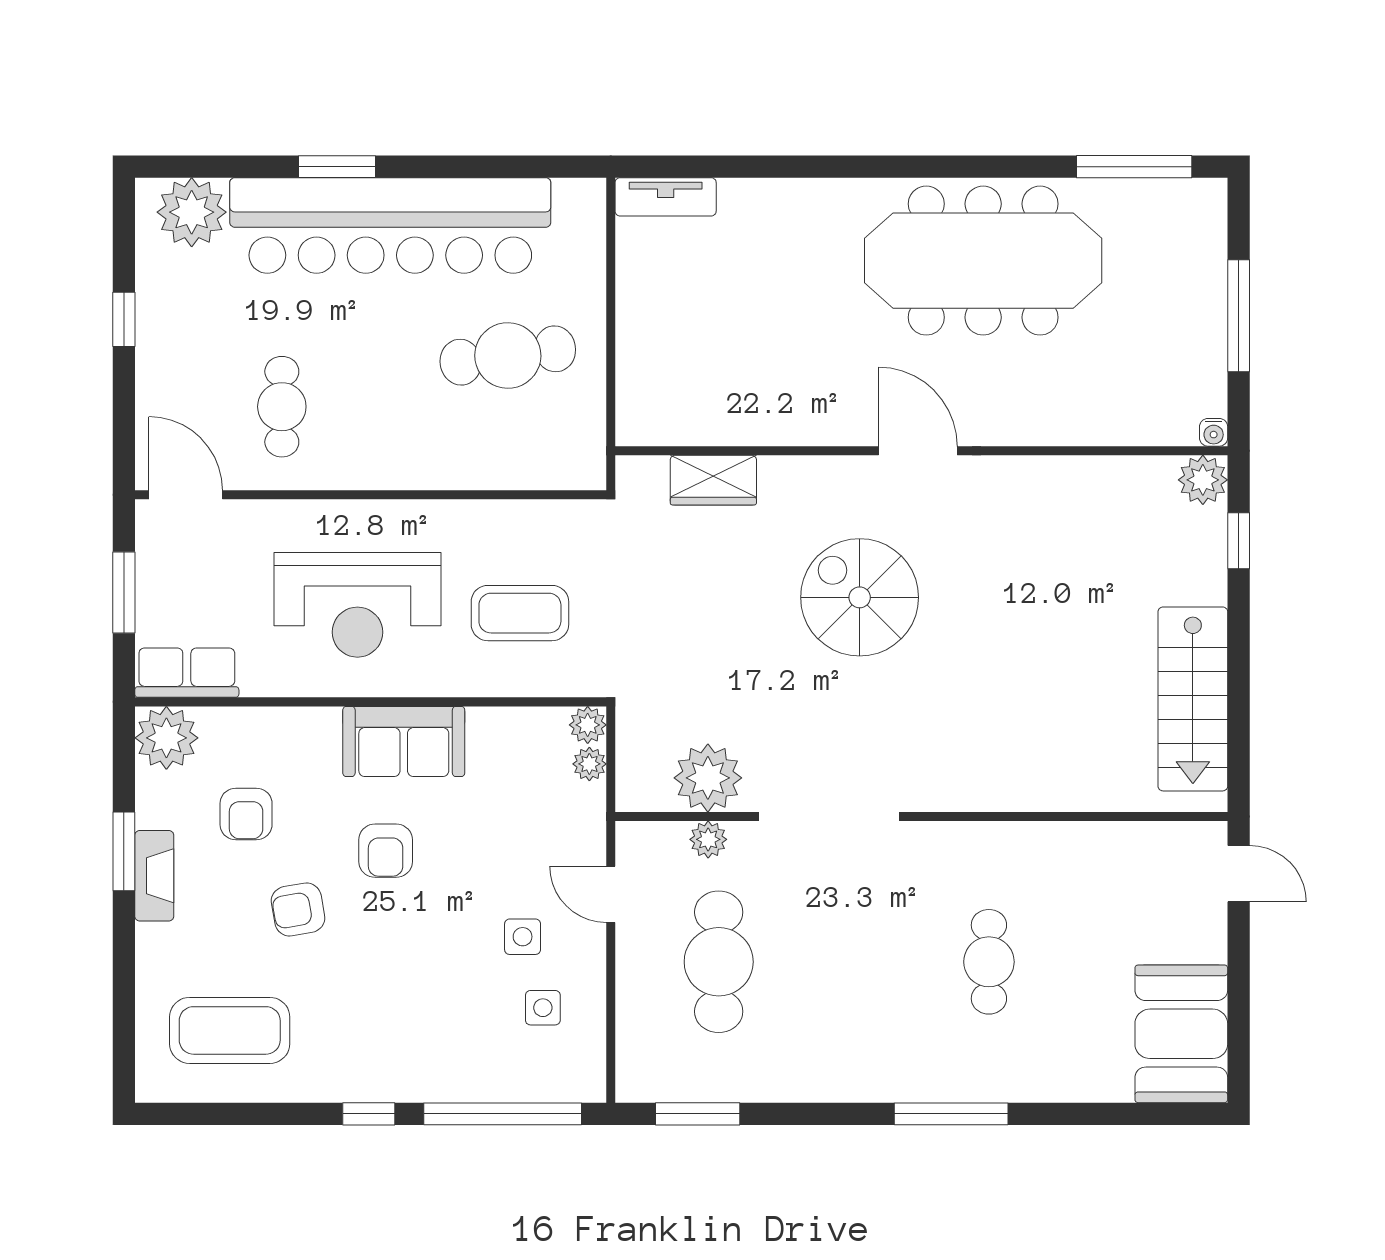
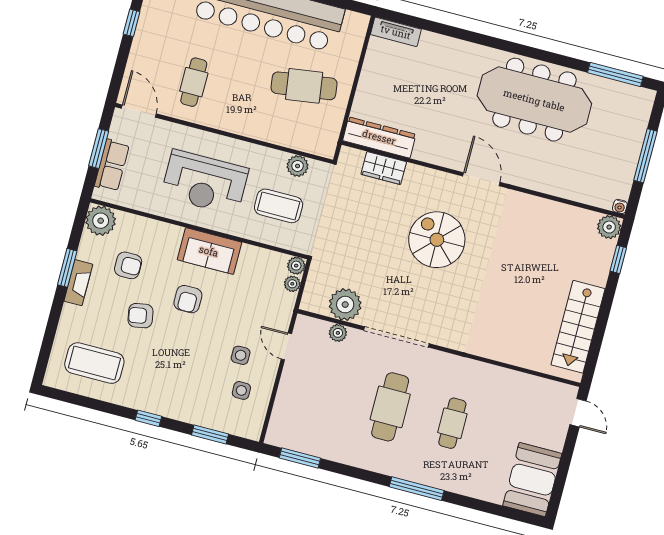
dresser: (688, 420) -> (379, 137), added
plant: (537, 522) -> (298, 166), added
row of seats: (187, 673) -> (112, 165), moved, turned 90
armchair: (246, 814) -> (128, 265), turned -90
cafe table: (719, 962) -> (390, 407), moved
window: (503, 1114) -> (210, 434), width x0.47

